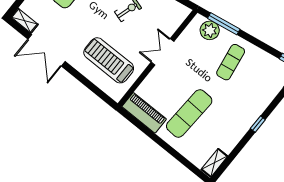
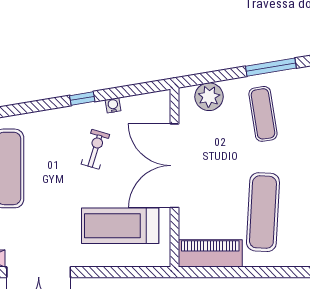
window: (224, 24) -> (271, 67), moved
double door: (162, 52) -> (174, 166), width x1.87

